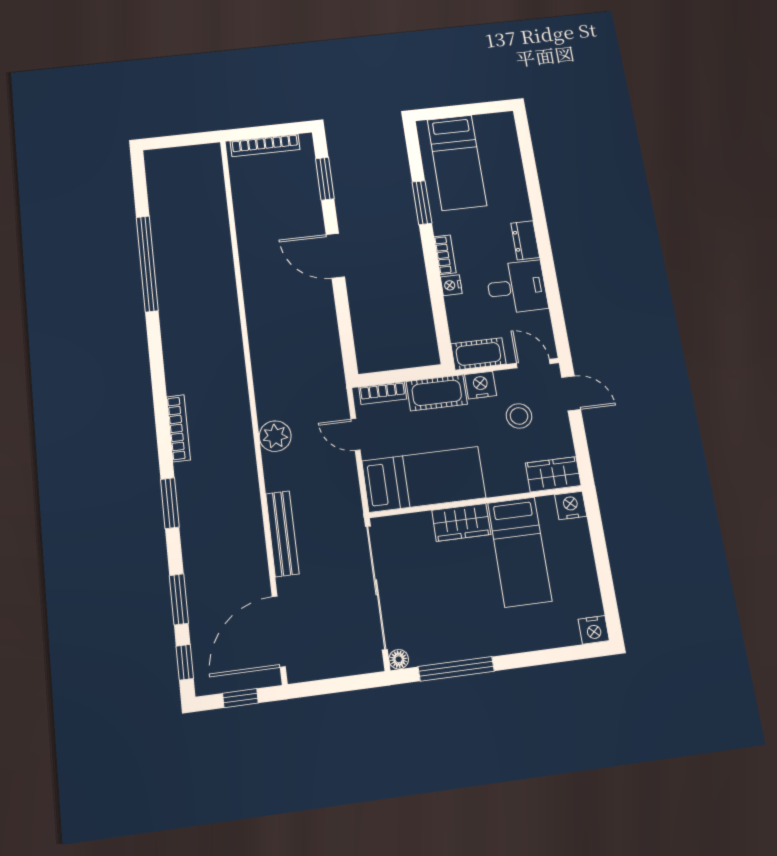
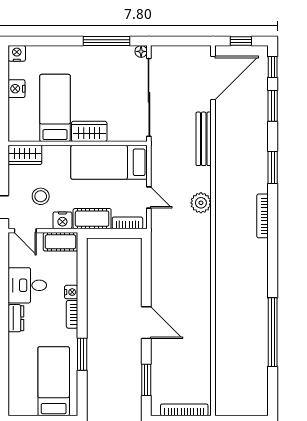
nightstand: (571, 505) -> (17, 89), moved, turned 90

